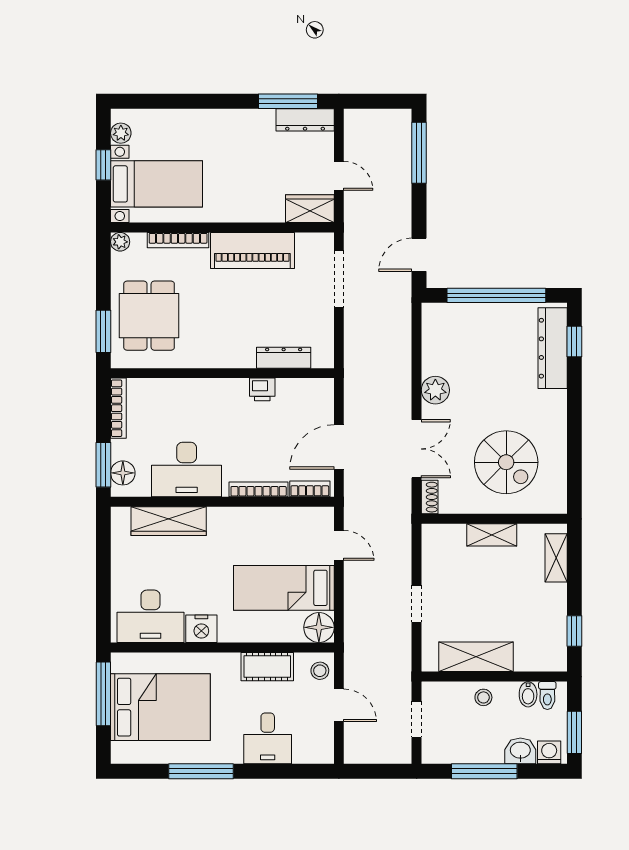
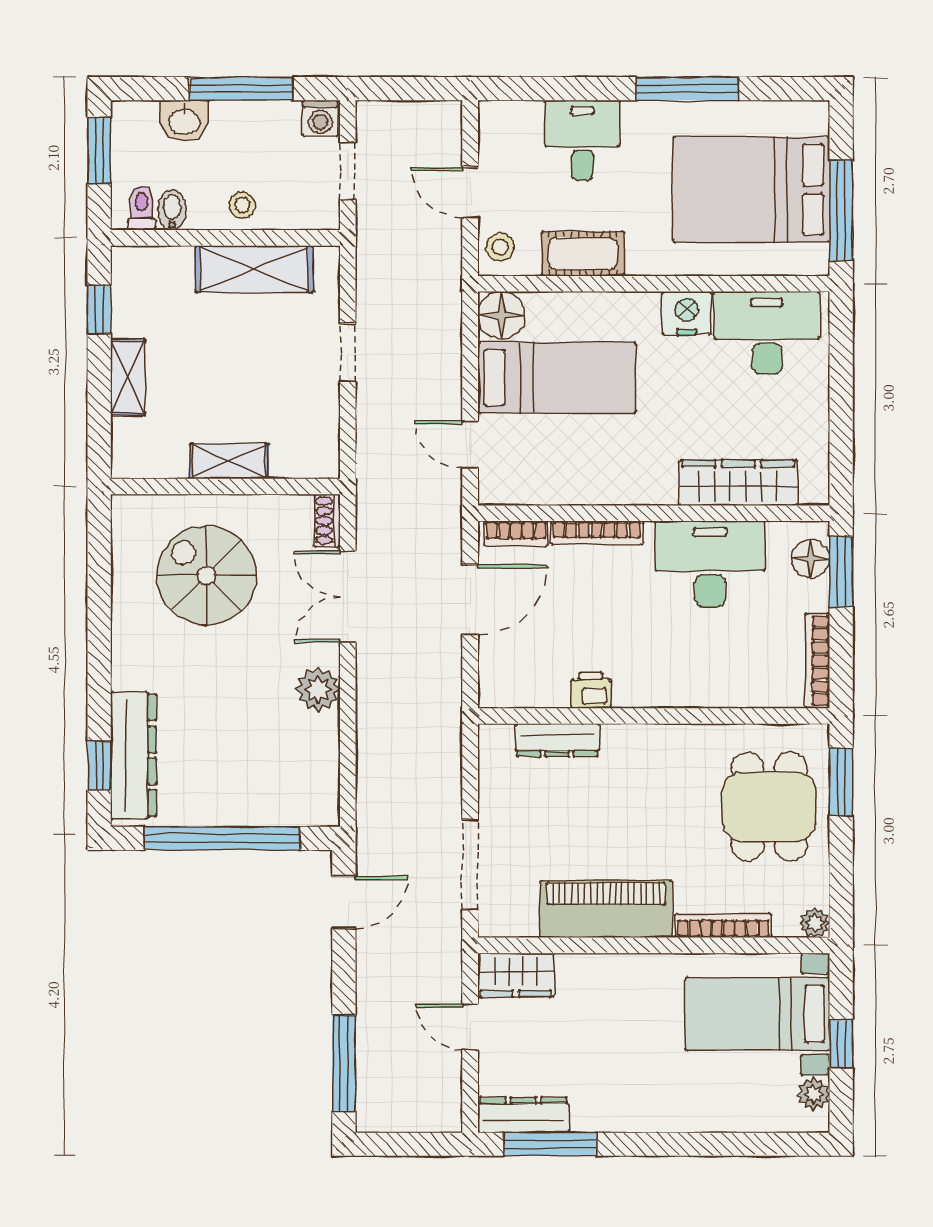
shelving: (556, 558) -> (128, 377), moved
washing machine: (549, 752) -> (320, 118), moved

